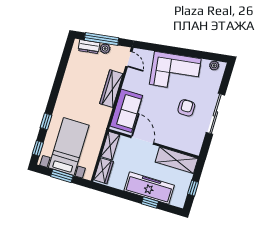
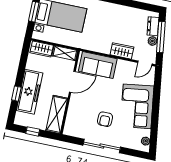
wardrobe: (111, 89) -> (122, 51), width x0.67
armchair: (186, 108) -> (105, 119), turned 90

